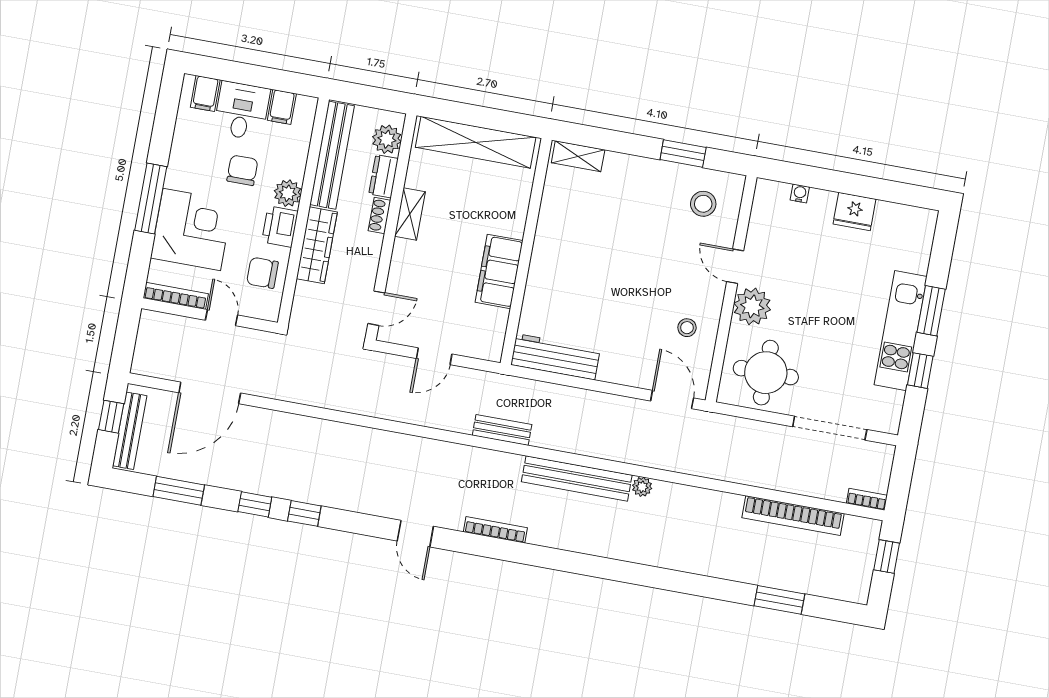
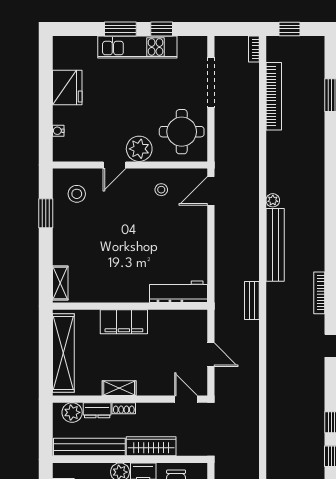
fridge: (854, 211) -> (67, 88), width x1.36, depth x1.34
filing cabinet: (499, 271) -> (124, 322), moved
workbench: (555, 357) -> (179, 292), moved, turned 90

